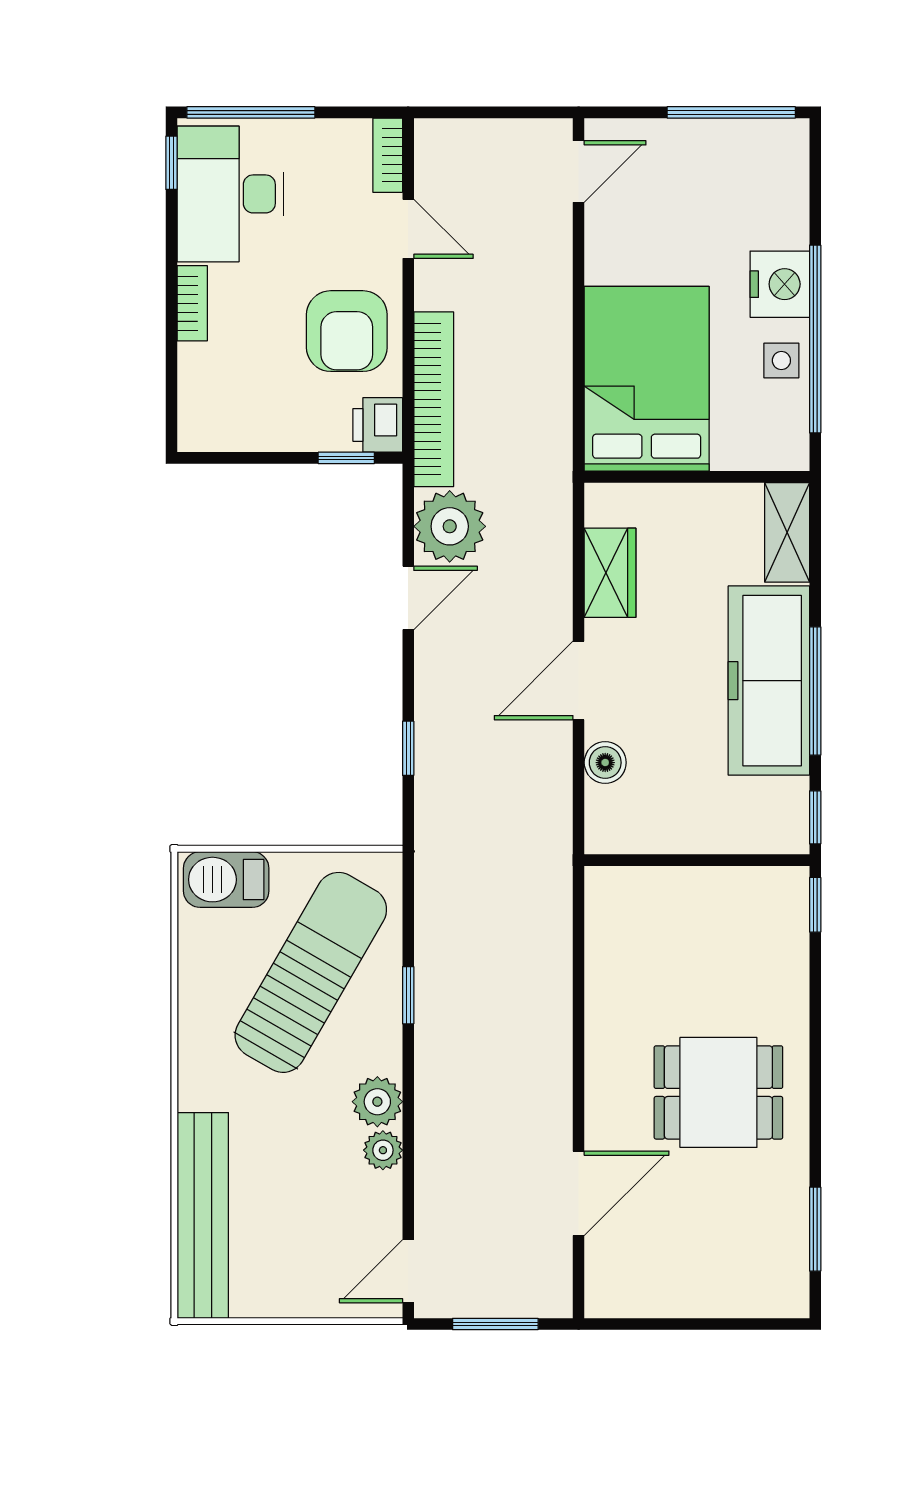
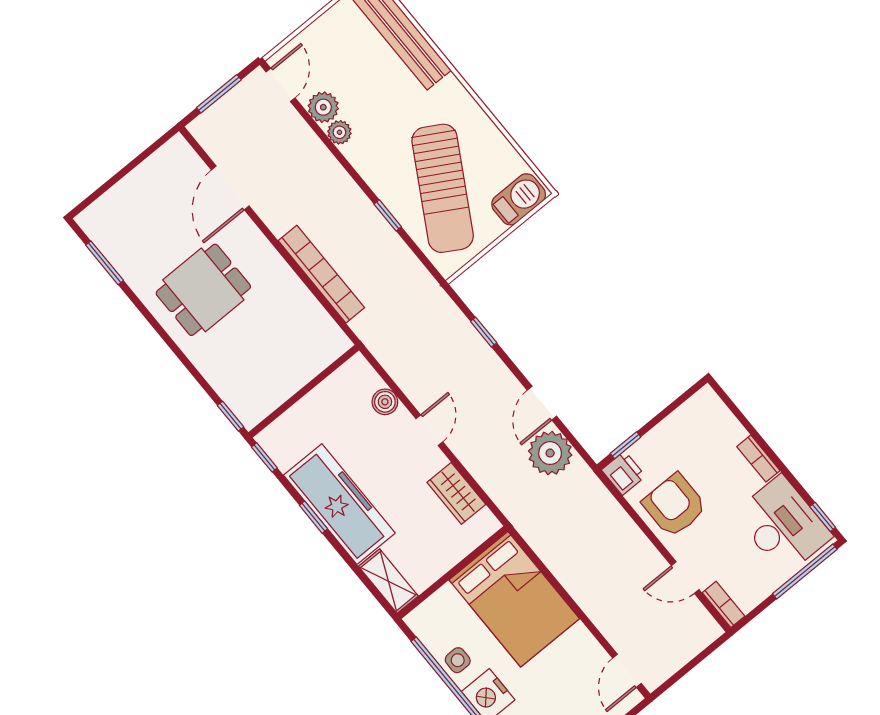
bookcase: (434, 399) -> (321, 274), moved, turned 180
door: (579, 680) -> (429, 430), width x0.73
window: (815, 691) -> (313, 517), width x0.46
plant: (377, 1102) -> (323, 107), moved

